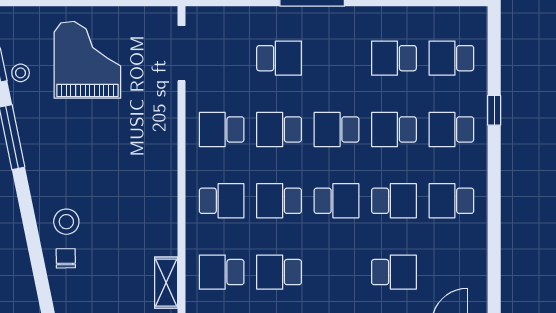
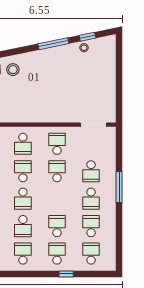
grand piano: (87, 60) -> (90, 80), removed
school desk: (336, 129) -> (91, 199), moved, turned 180

